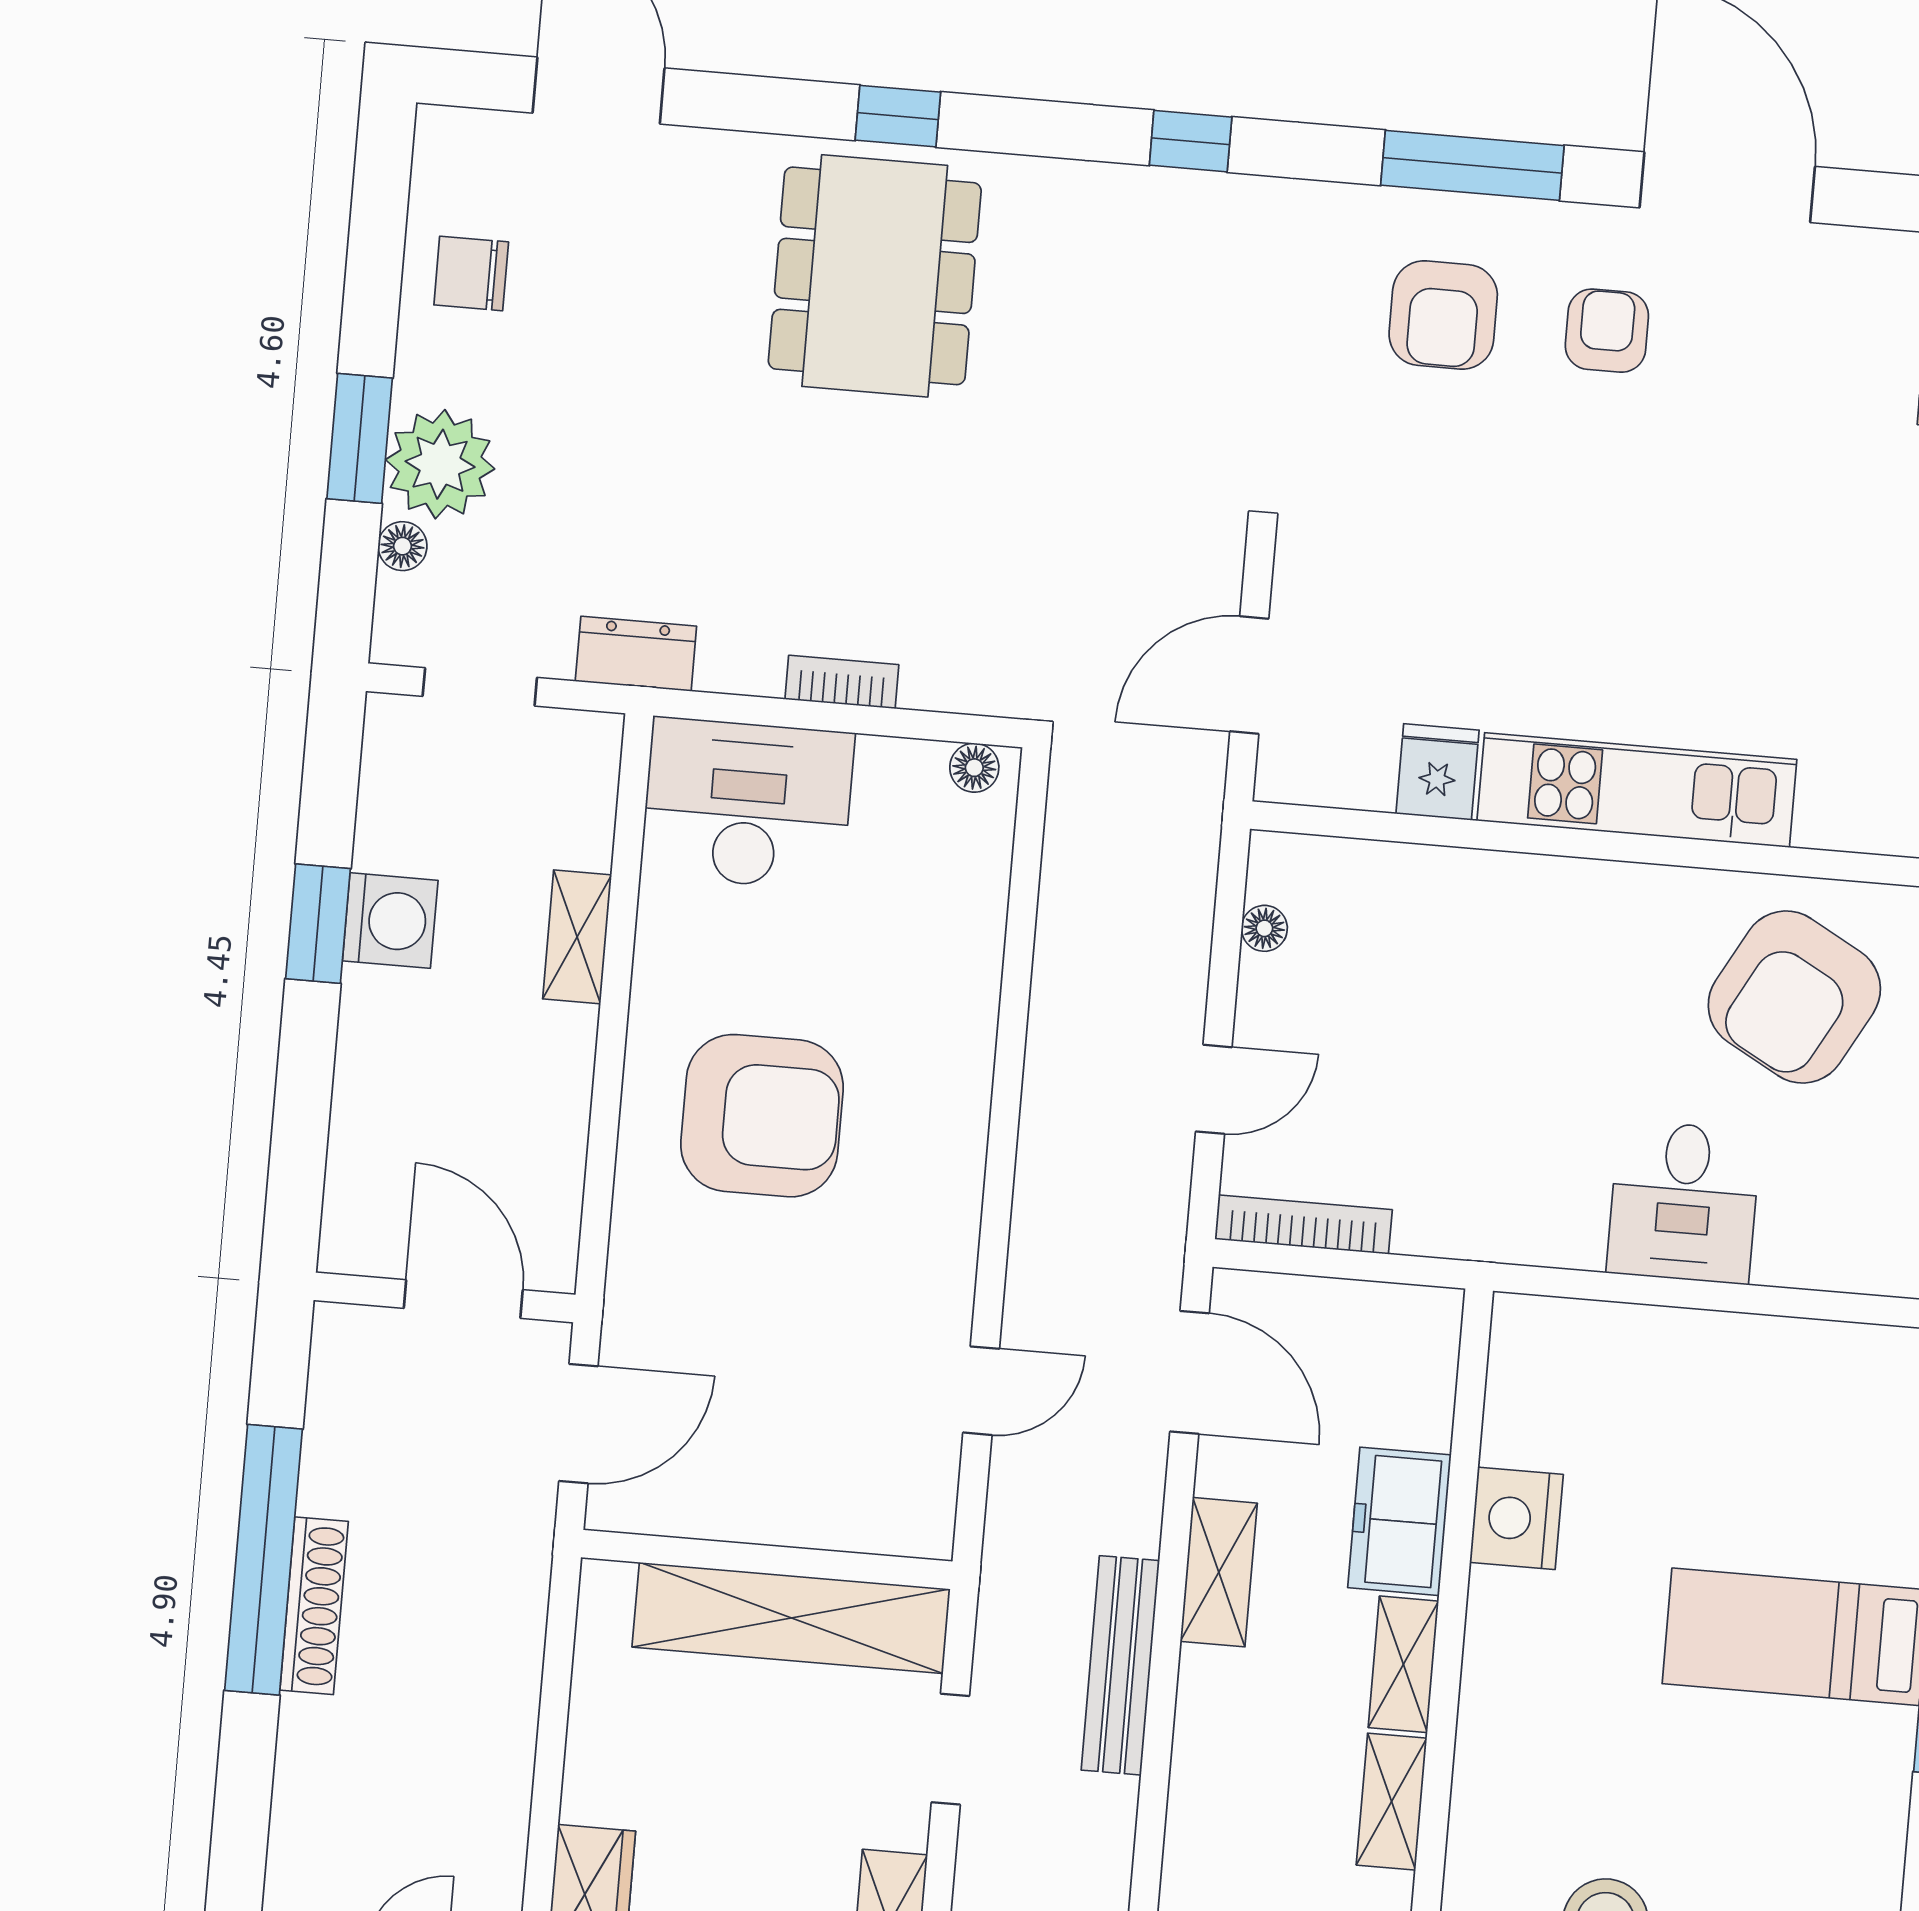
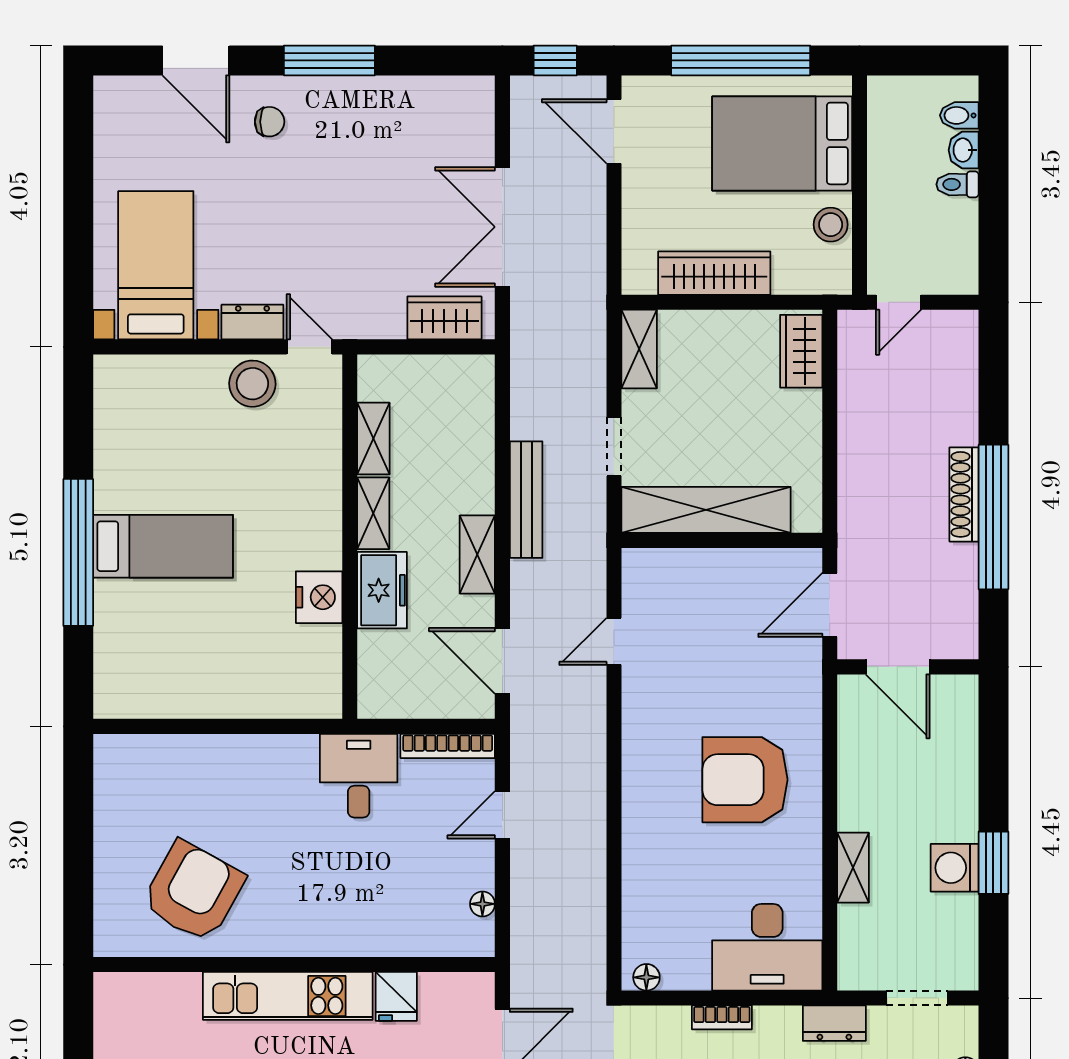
desk: (1684, 1202) -> (359, 776), moved

